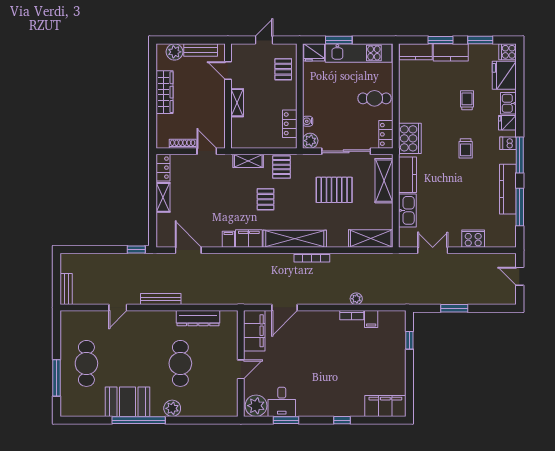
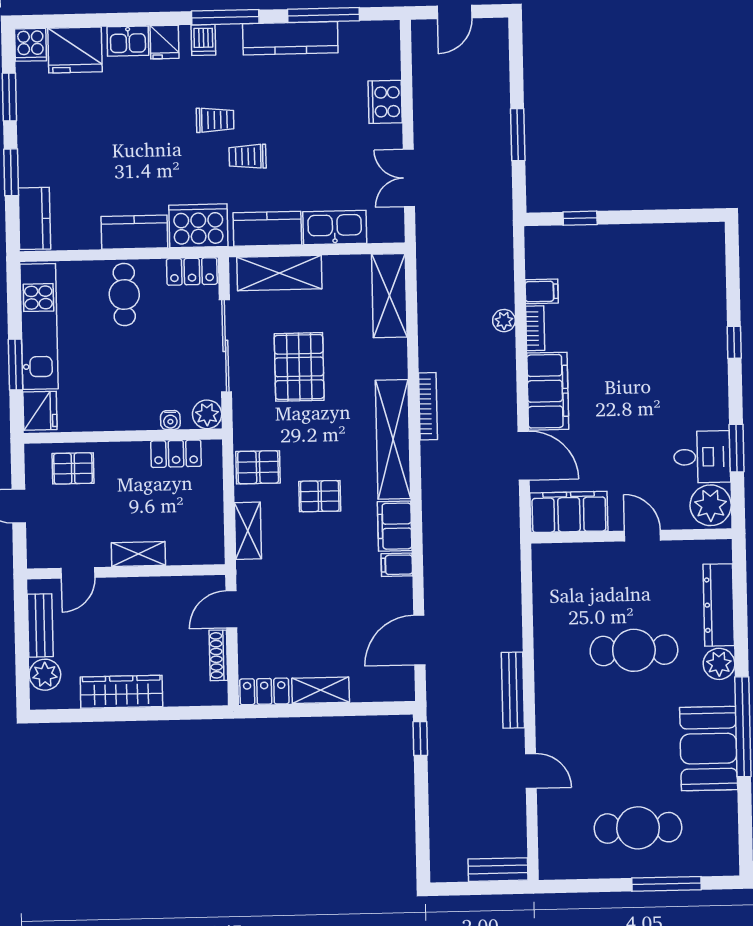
kitchen counter: (451, 52) -> (134, 232), moved, turned -90
trolley: (467, 100) -> (248, 156), moved
dresser: (198, 318) -> (719, 605), moved, turned 180
filing cabinet: (385, 406) -> (548, 391), moved, turned 180

